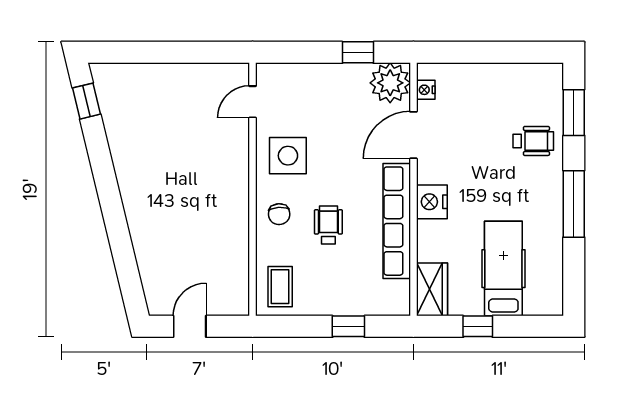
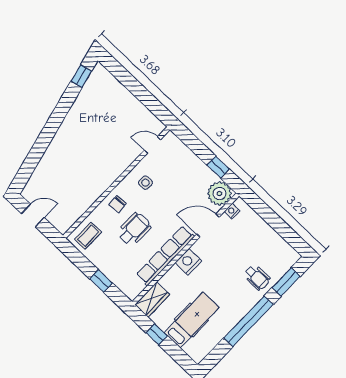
side table: (288, 156) -> (145, 183), width x0.54, depth x0.54
window: (574, 204) -> (248, 321), width x1.46
wheelchair: (328, 225) -> (134, 229), width x1.36, depth x1.37

